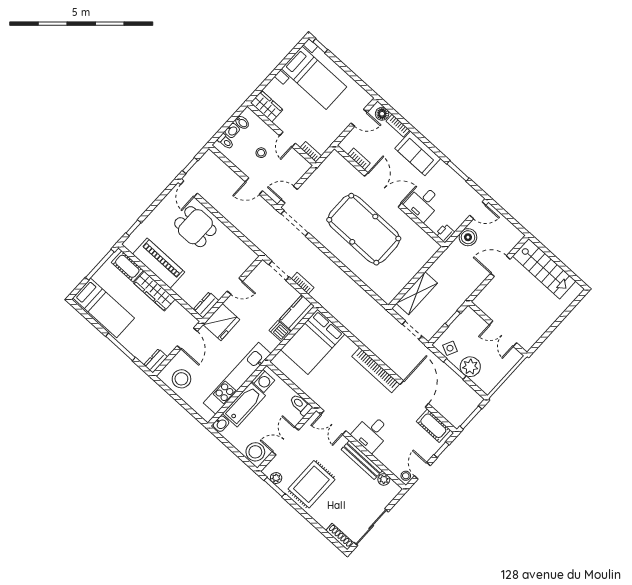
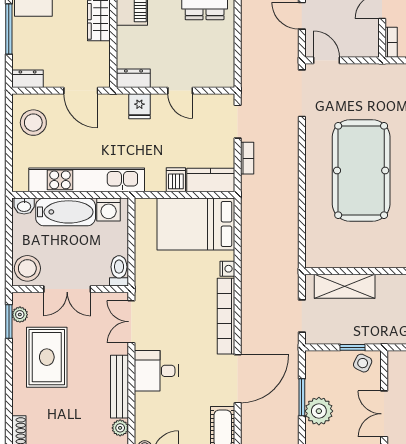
fridge: (221, 322) -> (139, 106), width x0.53, depth x0.75
door: (187, 339) -> (81, 91), hinge flipped
nightstand: (351, 347) -> (227, 269), added
side table: (450, 348) -> (363, 363), moved
double door: (285, 441) -> (67, 289), swing flipped
rug: (311, 484) -> (47, 357), turned 90

